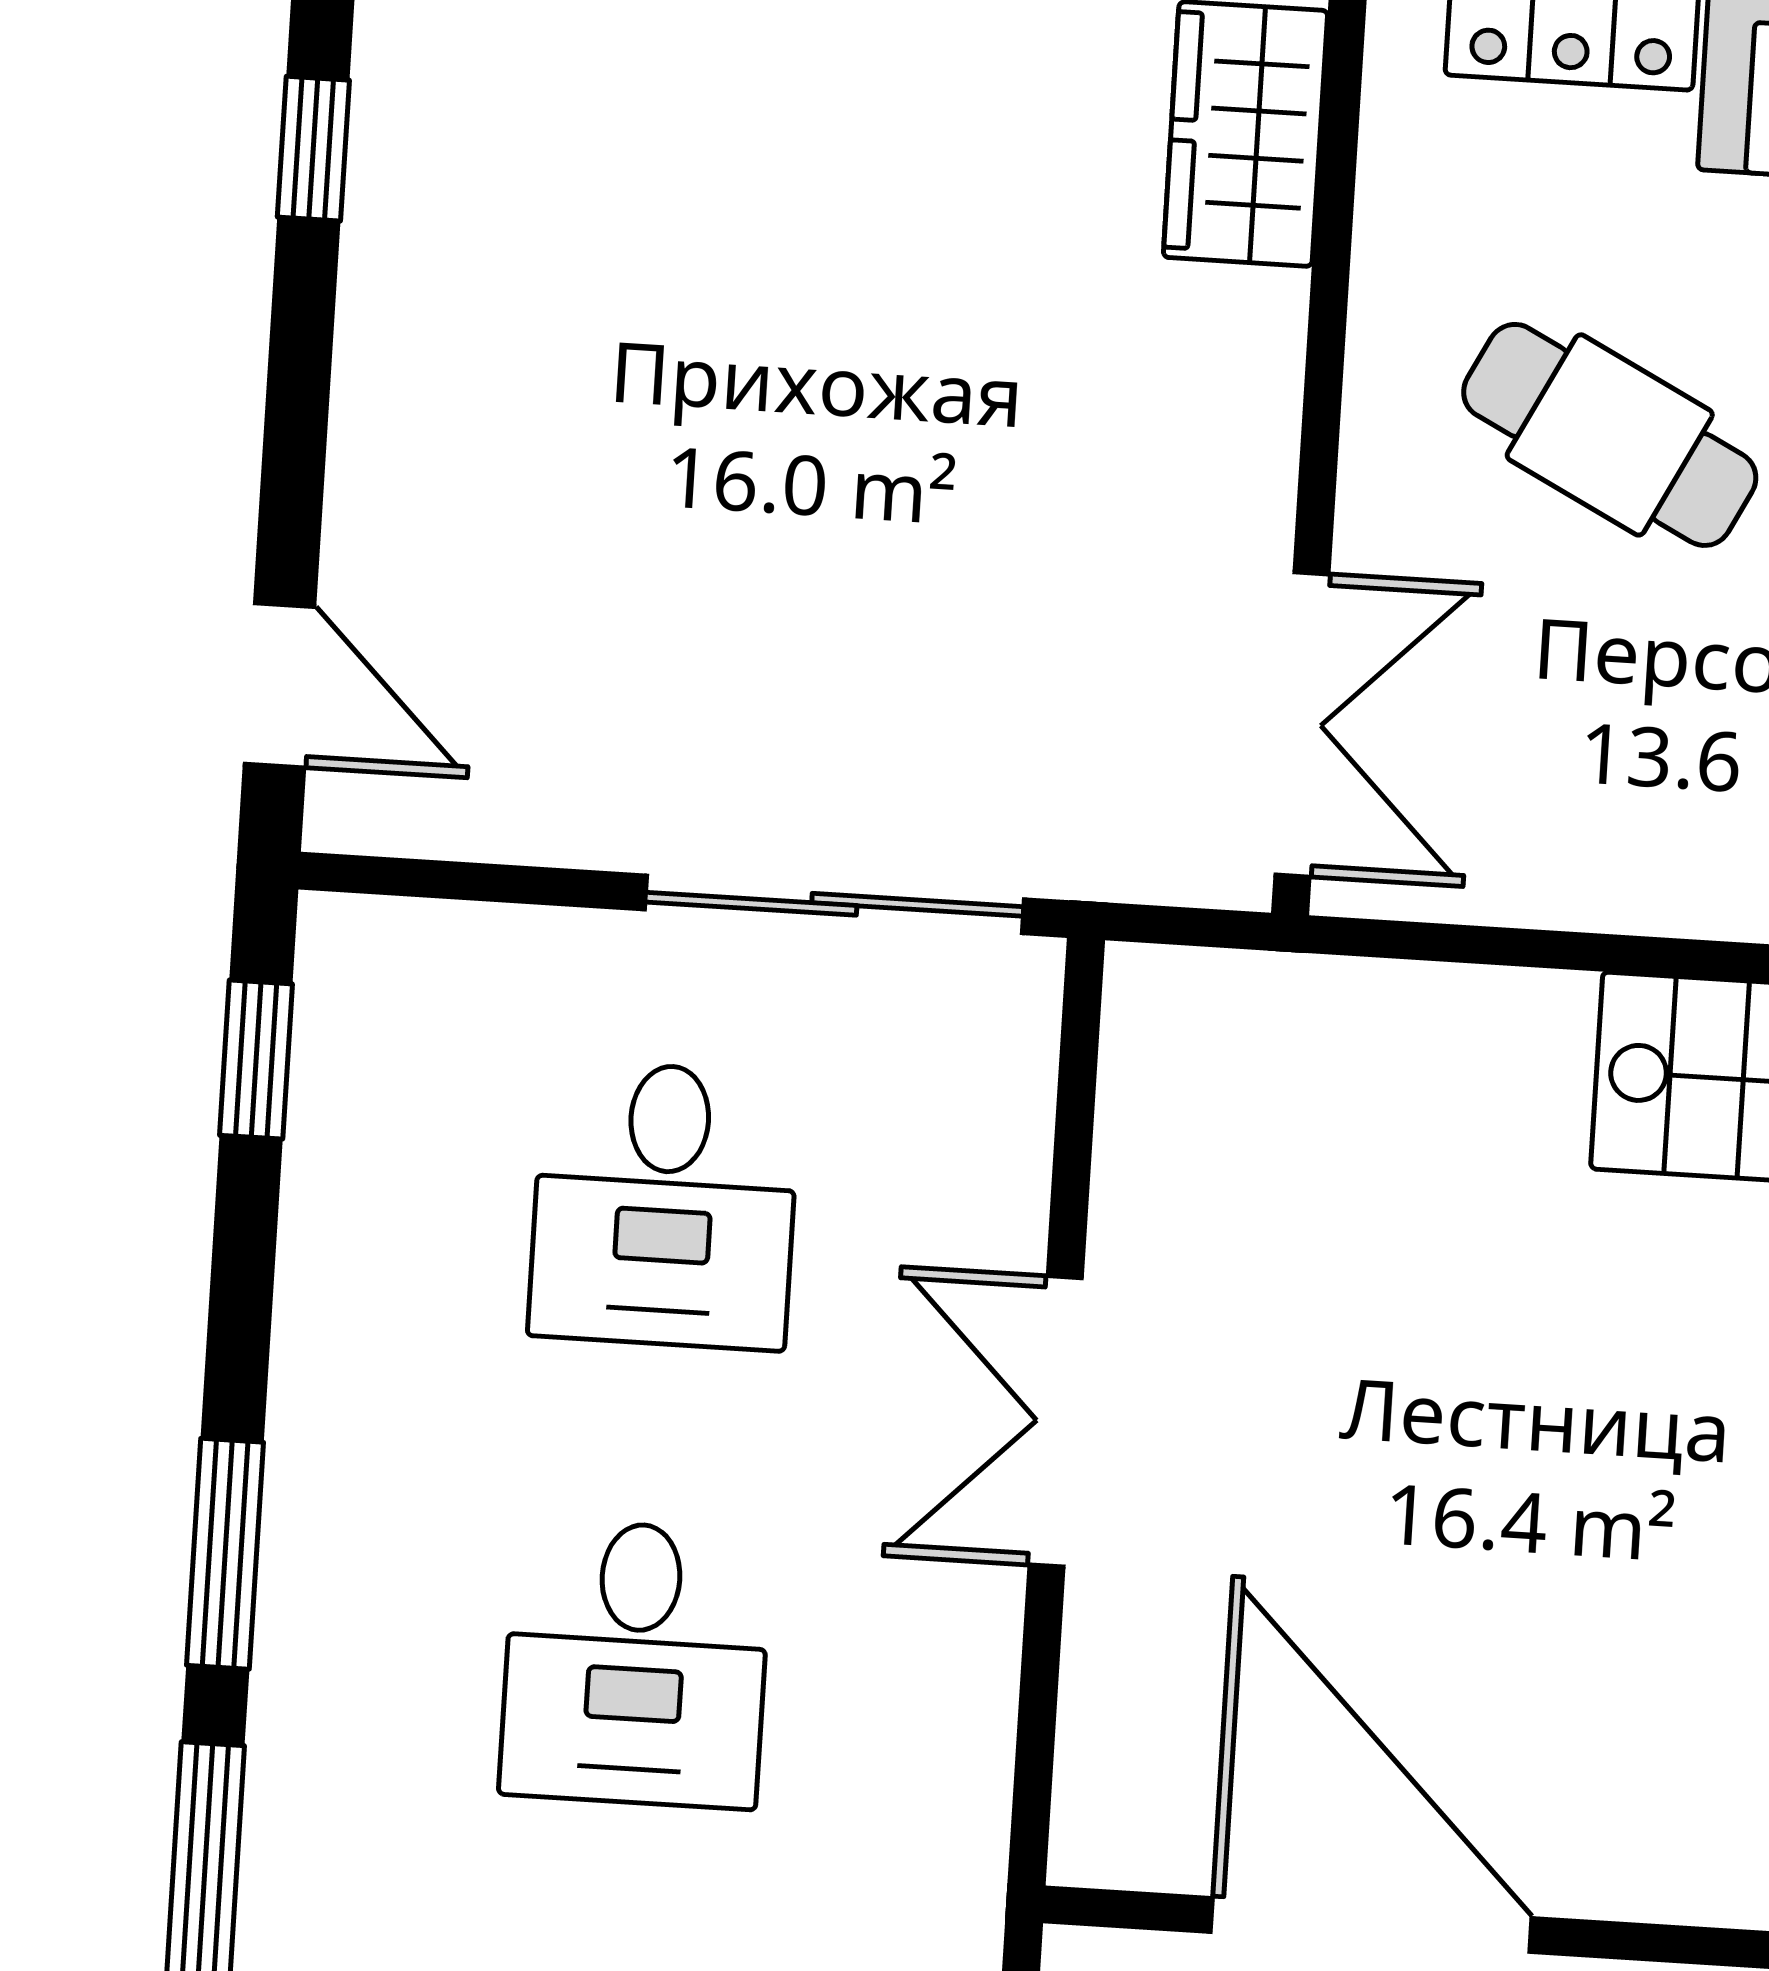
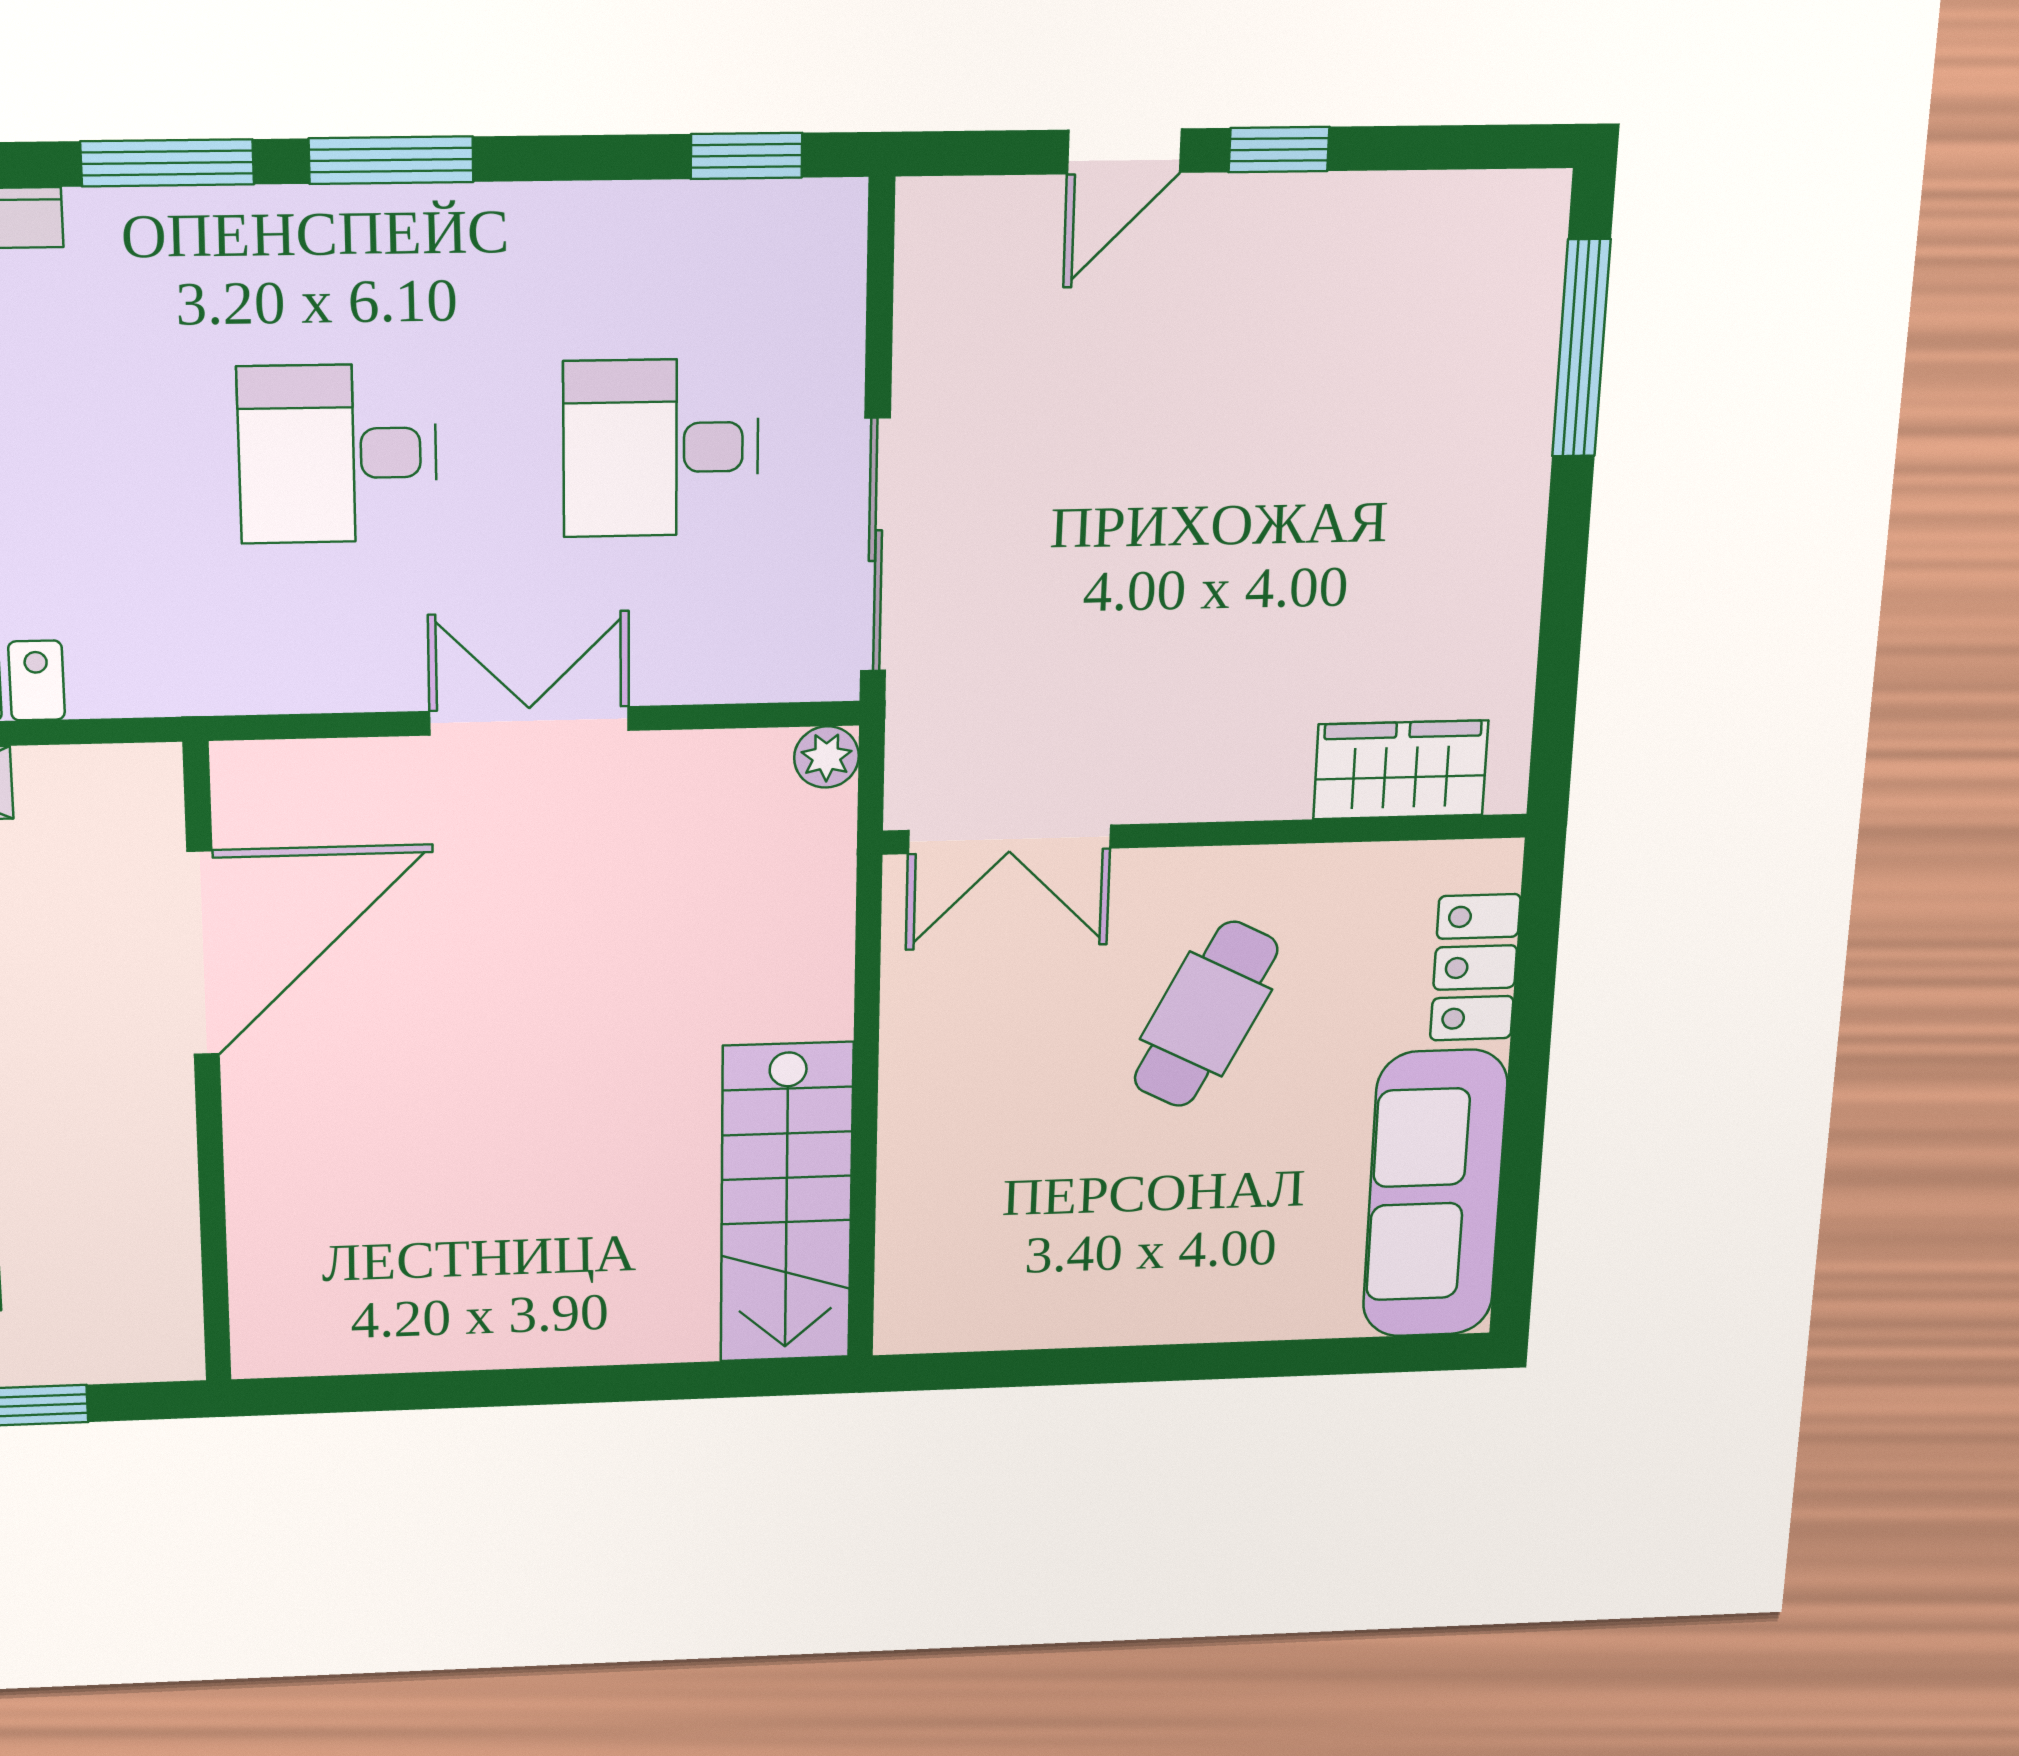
window: (313, 149) -> (1279, 150), moved
door: (280, 685) -> (1124, 151), moved
plant: (1149, 991) -> (826, 757), added

